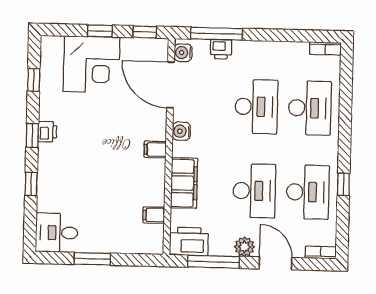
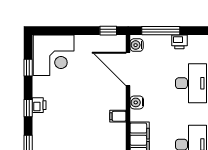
window: (100, 31) -> (75, 31), removed
printer: (221, 49) -> (179, 42), moved
corner desk: (91, 64) -> (54, 55), moved

